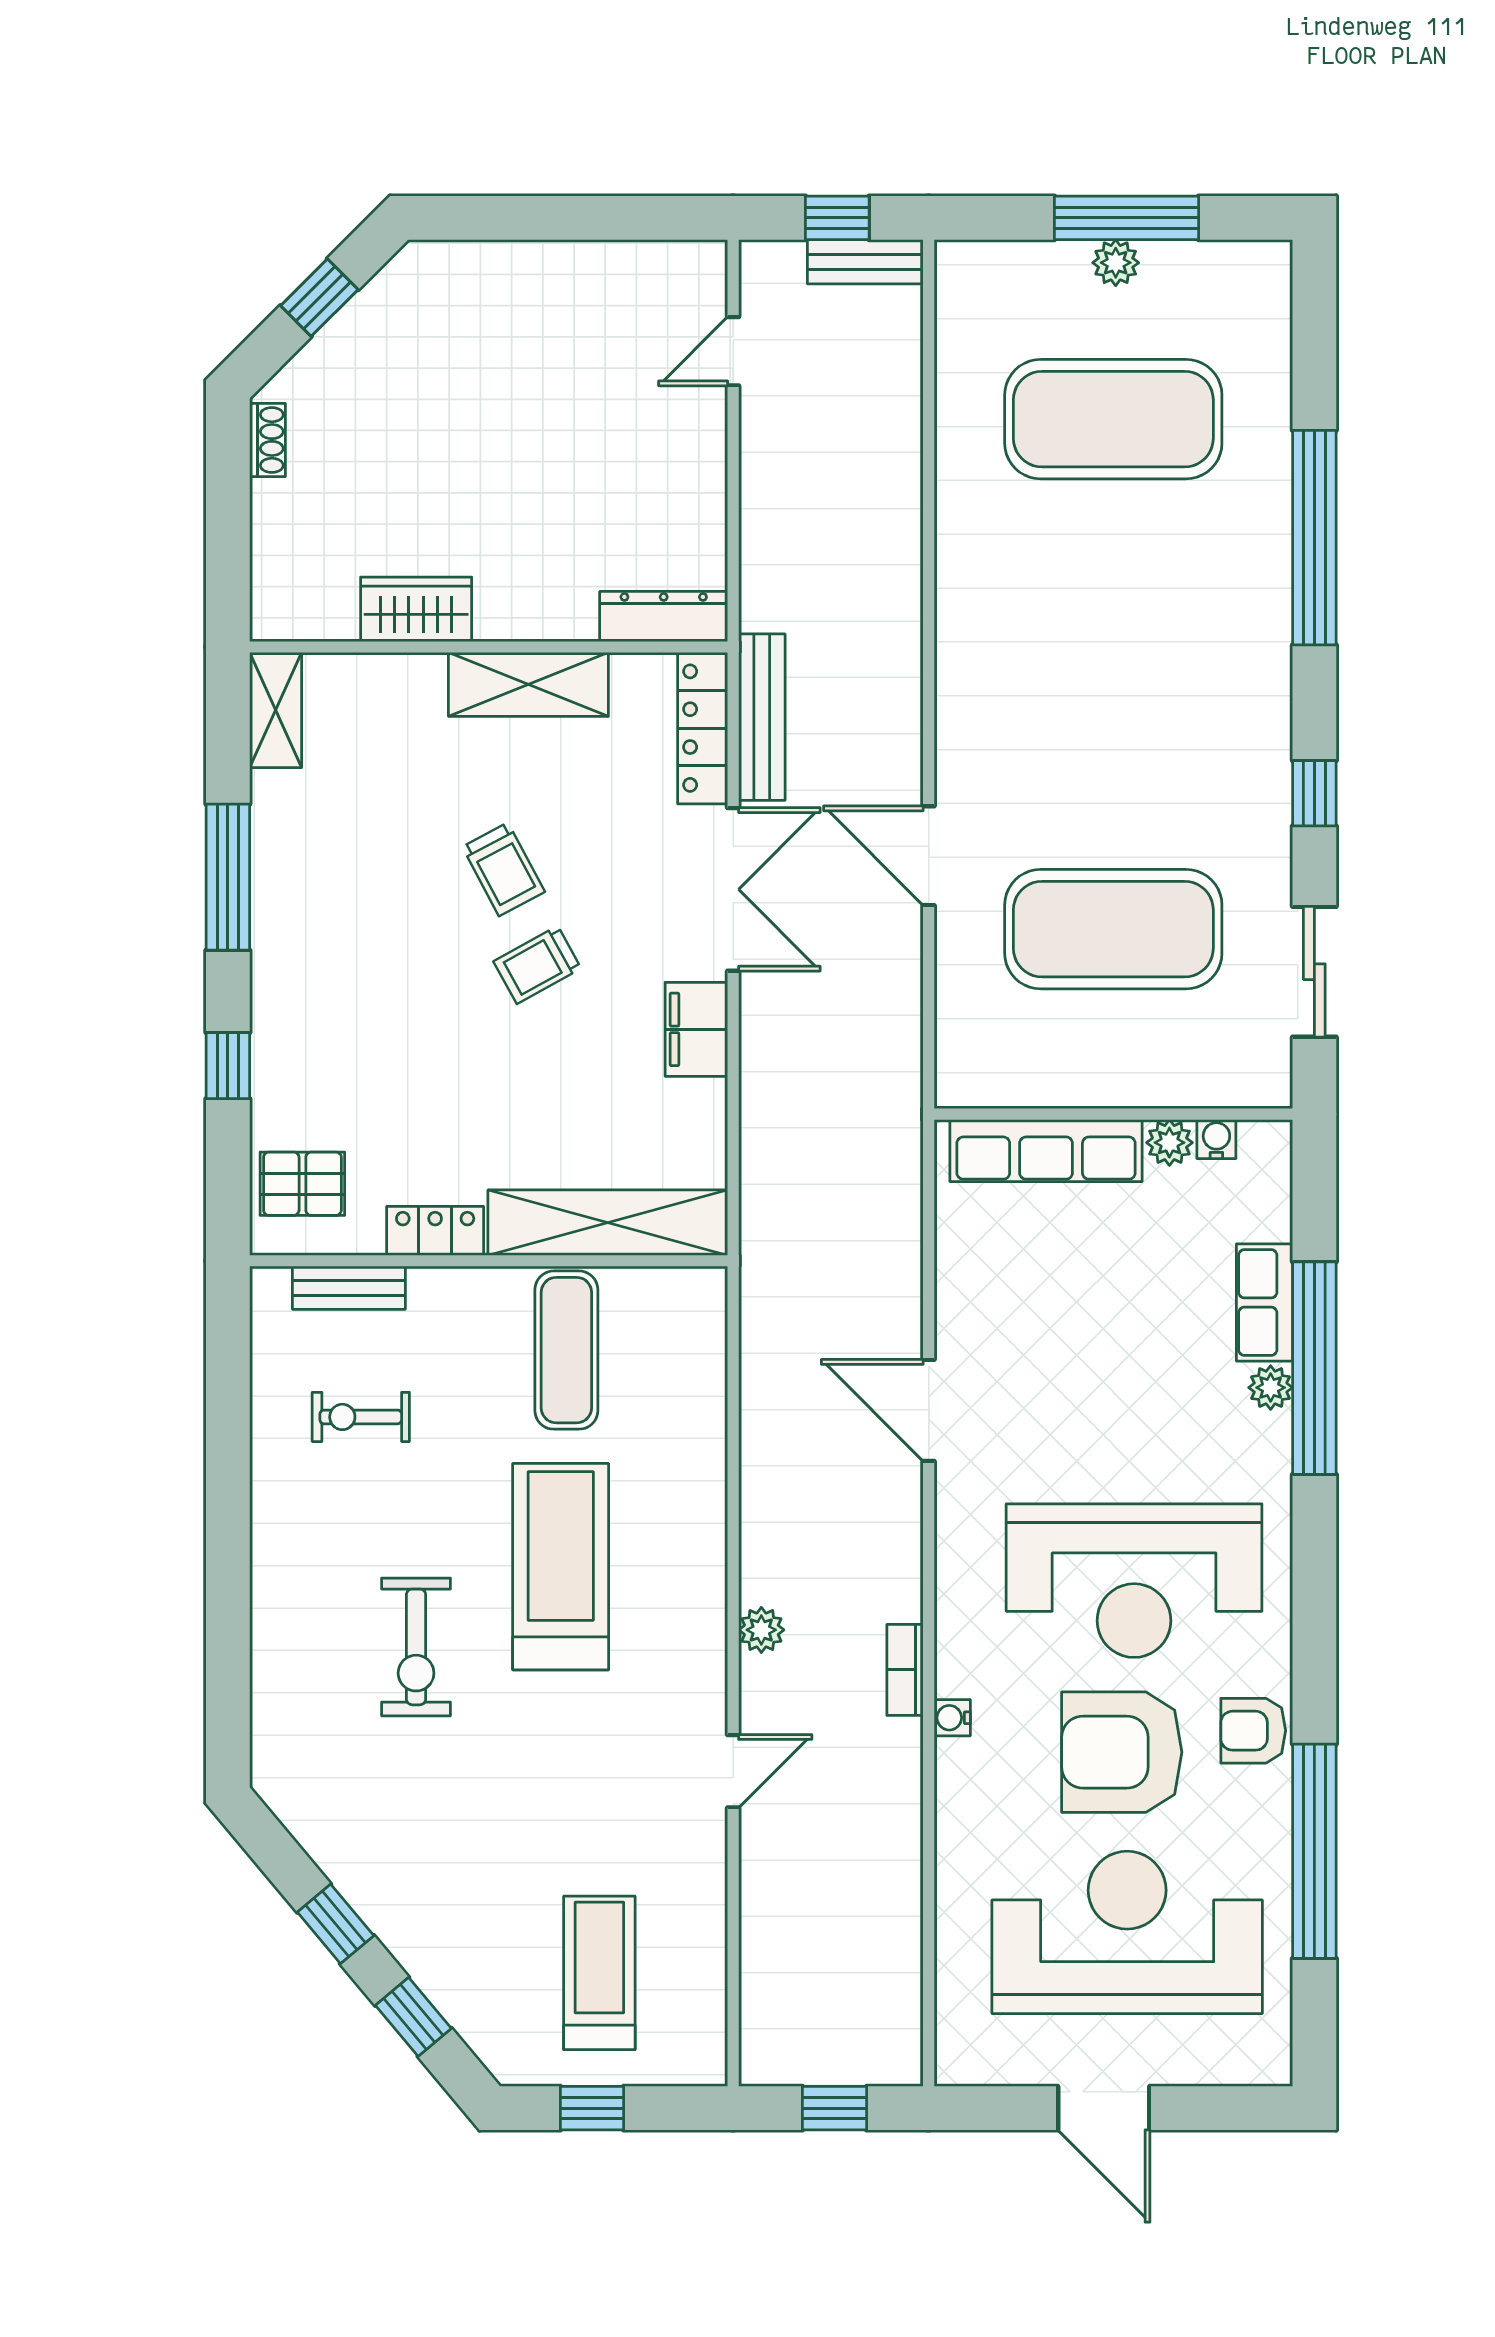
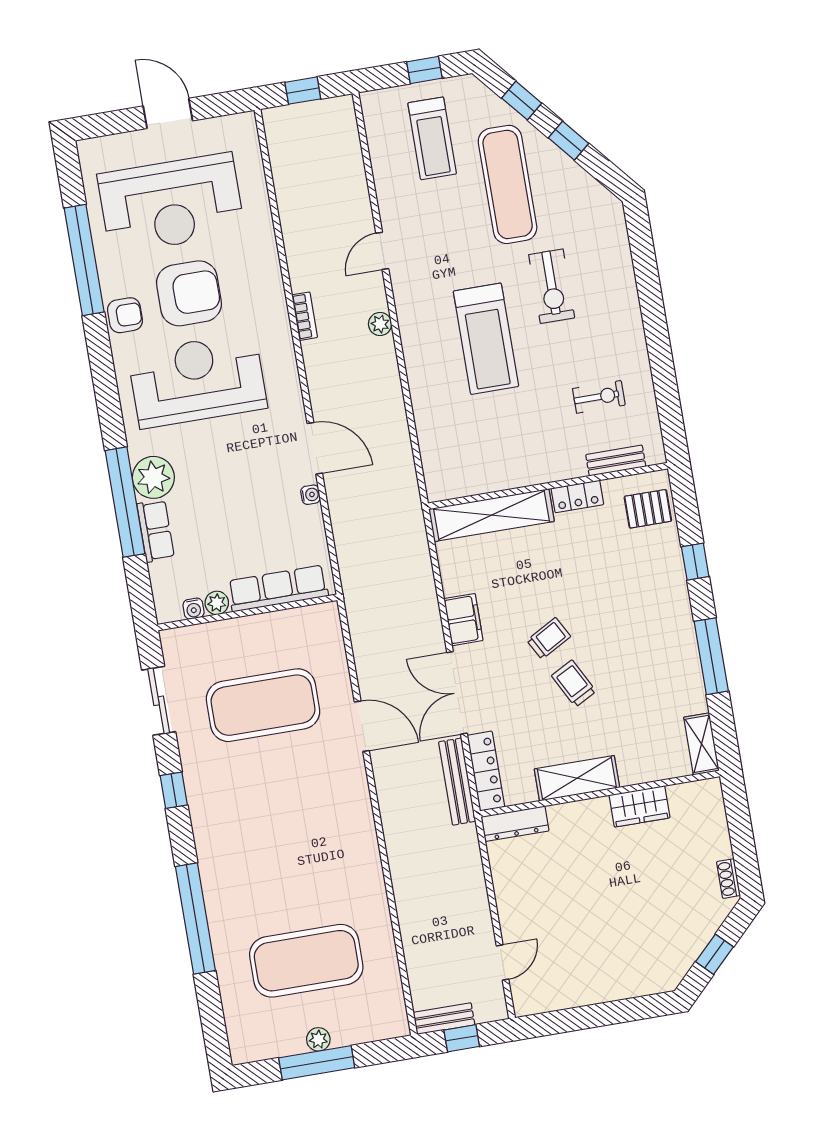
exercise mat: (566, 1350) -> (508, 184), moved, width x1.36, depth x1.45
plant: (1271, 1388) -> (153, 477), width x1.87, depth x1.87
exercise bike: (416, 1647) -> (552, 286), turned 180
water cooler: (952, 1718) -> (310, 495), moved

